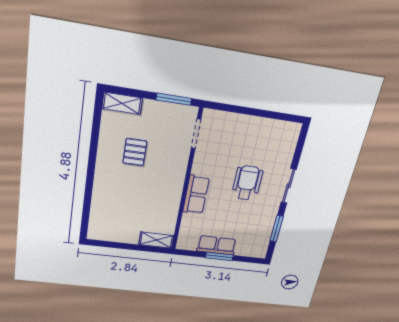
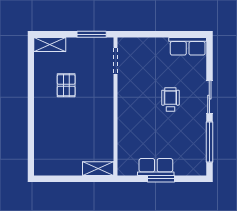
wheelchair: (247, 183) -> (170, 100), width x0.73, depth x0.73
row of seats: (196, 195) -> (188, 46), moved, turned 90
window: (277, 229) -> (209, 142), width x1.44

